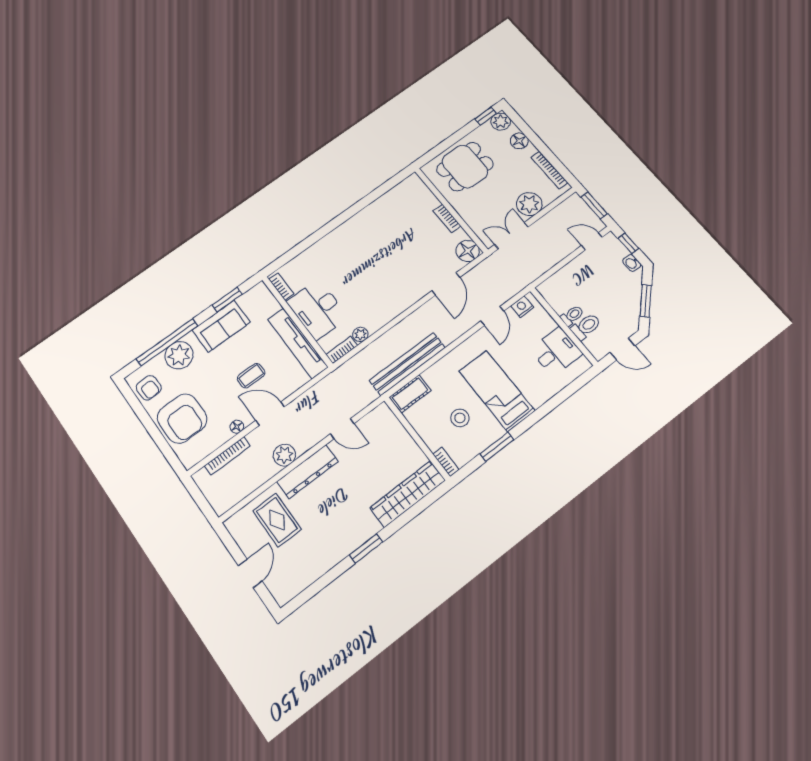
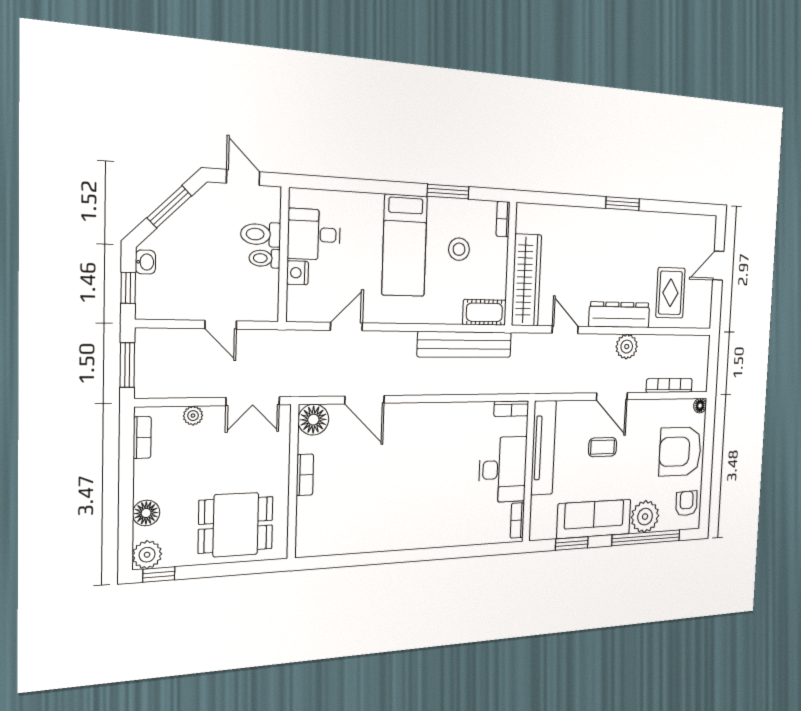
bookcase: (549, 170) -> (142, 437), width x0.64
plant: (529, 204) -> (193, 416), width x0.53, depth x0.53
door: (592, 241) -> (221, 325), moved
door: (446, 284) -> (365, 400), swing flipped
nightstand: (522, 307) -> (298, 273), moved, turned 90
sofa: (221, 326) -> (594, 519), width x1.36
plant: (360, 334) -> (484, 411), removed
armchair: (182, 418) -> (680, 451), turned -90
floor lamp: (237, 427) -> (700, 406), moved
wardrobe: (408, 494) -> (526, 280), moved, turned -90

